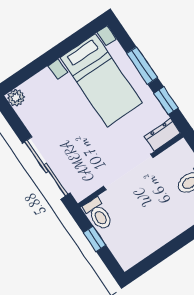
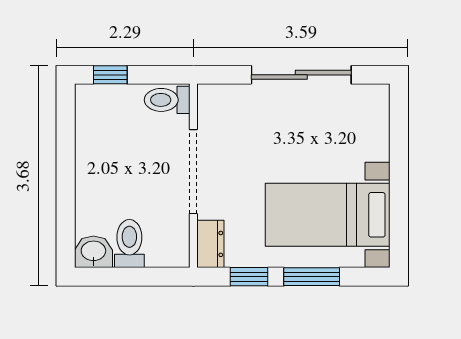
plant: (16, 98) -> (377, 96), removed
sliding door: (46, 168) -> (301, 75), moved
window: (95, 239) -> (110, 75), moved

